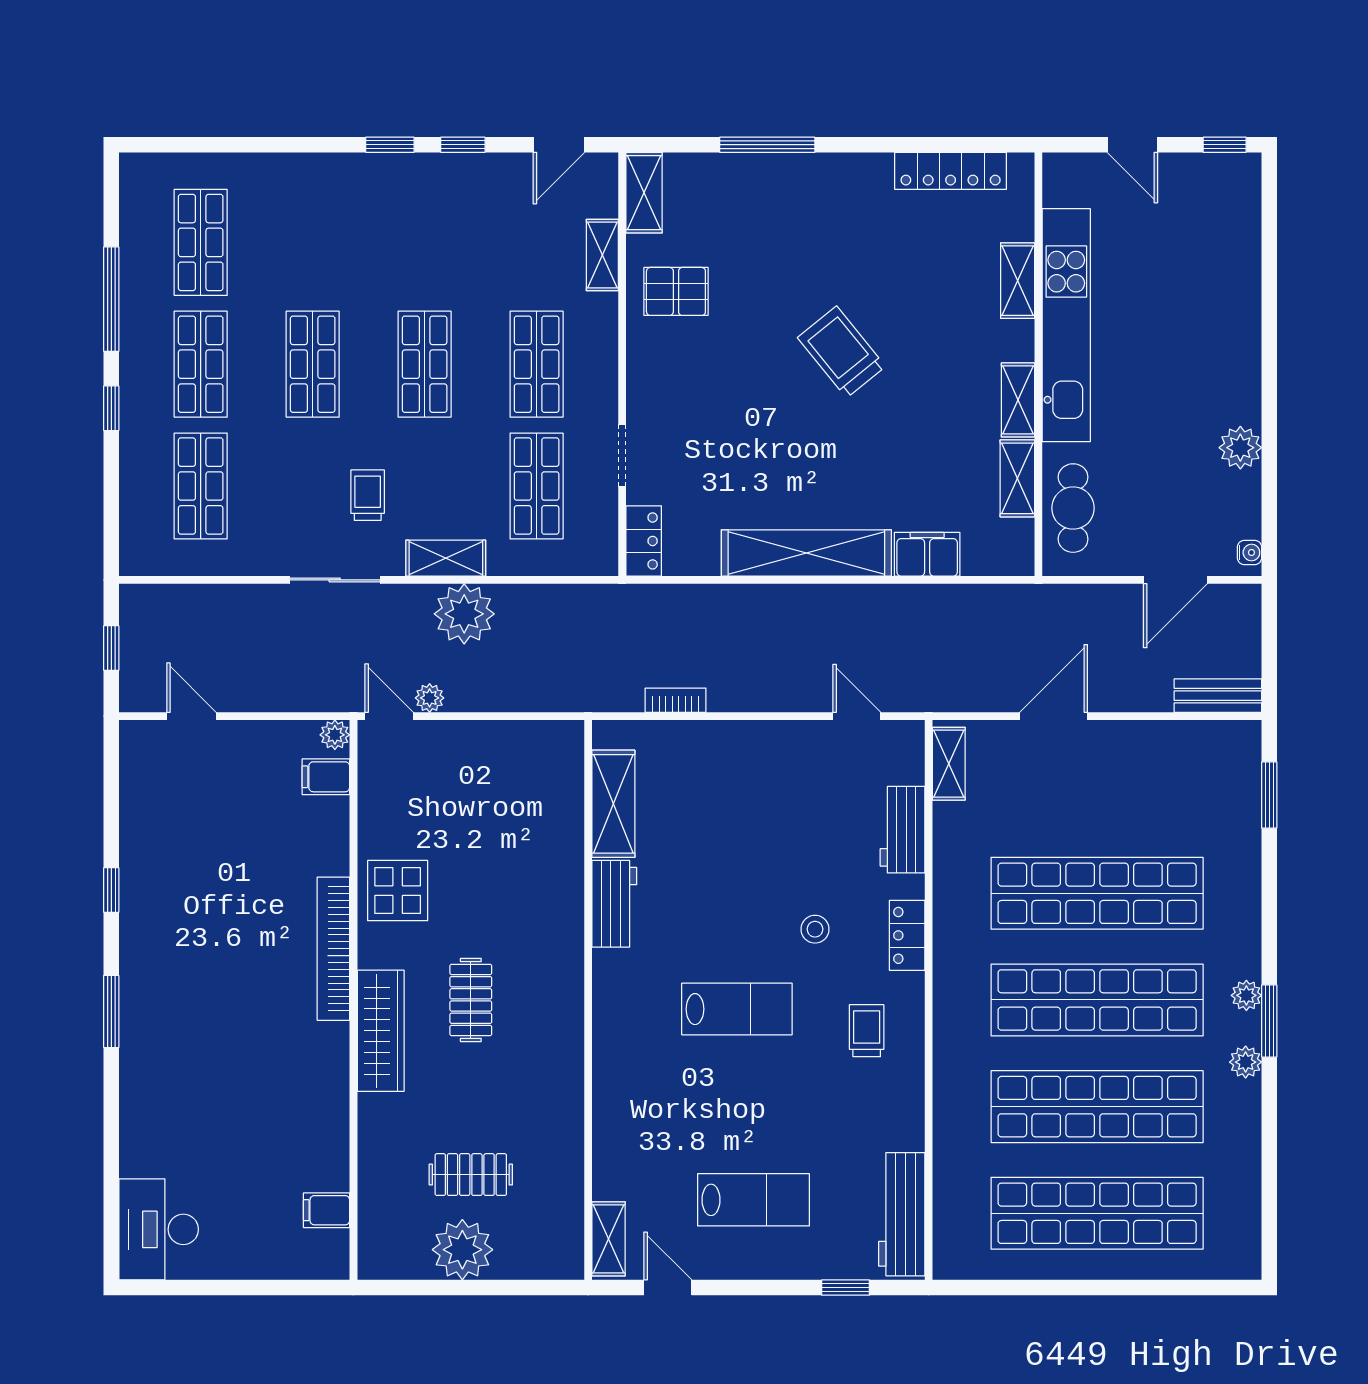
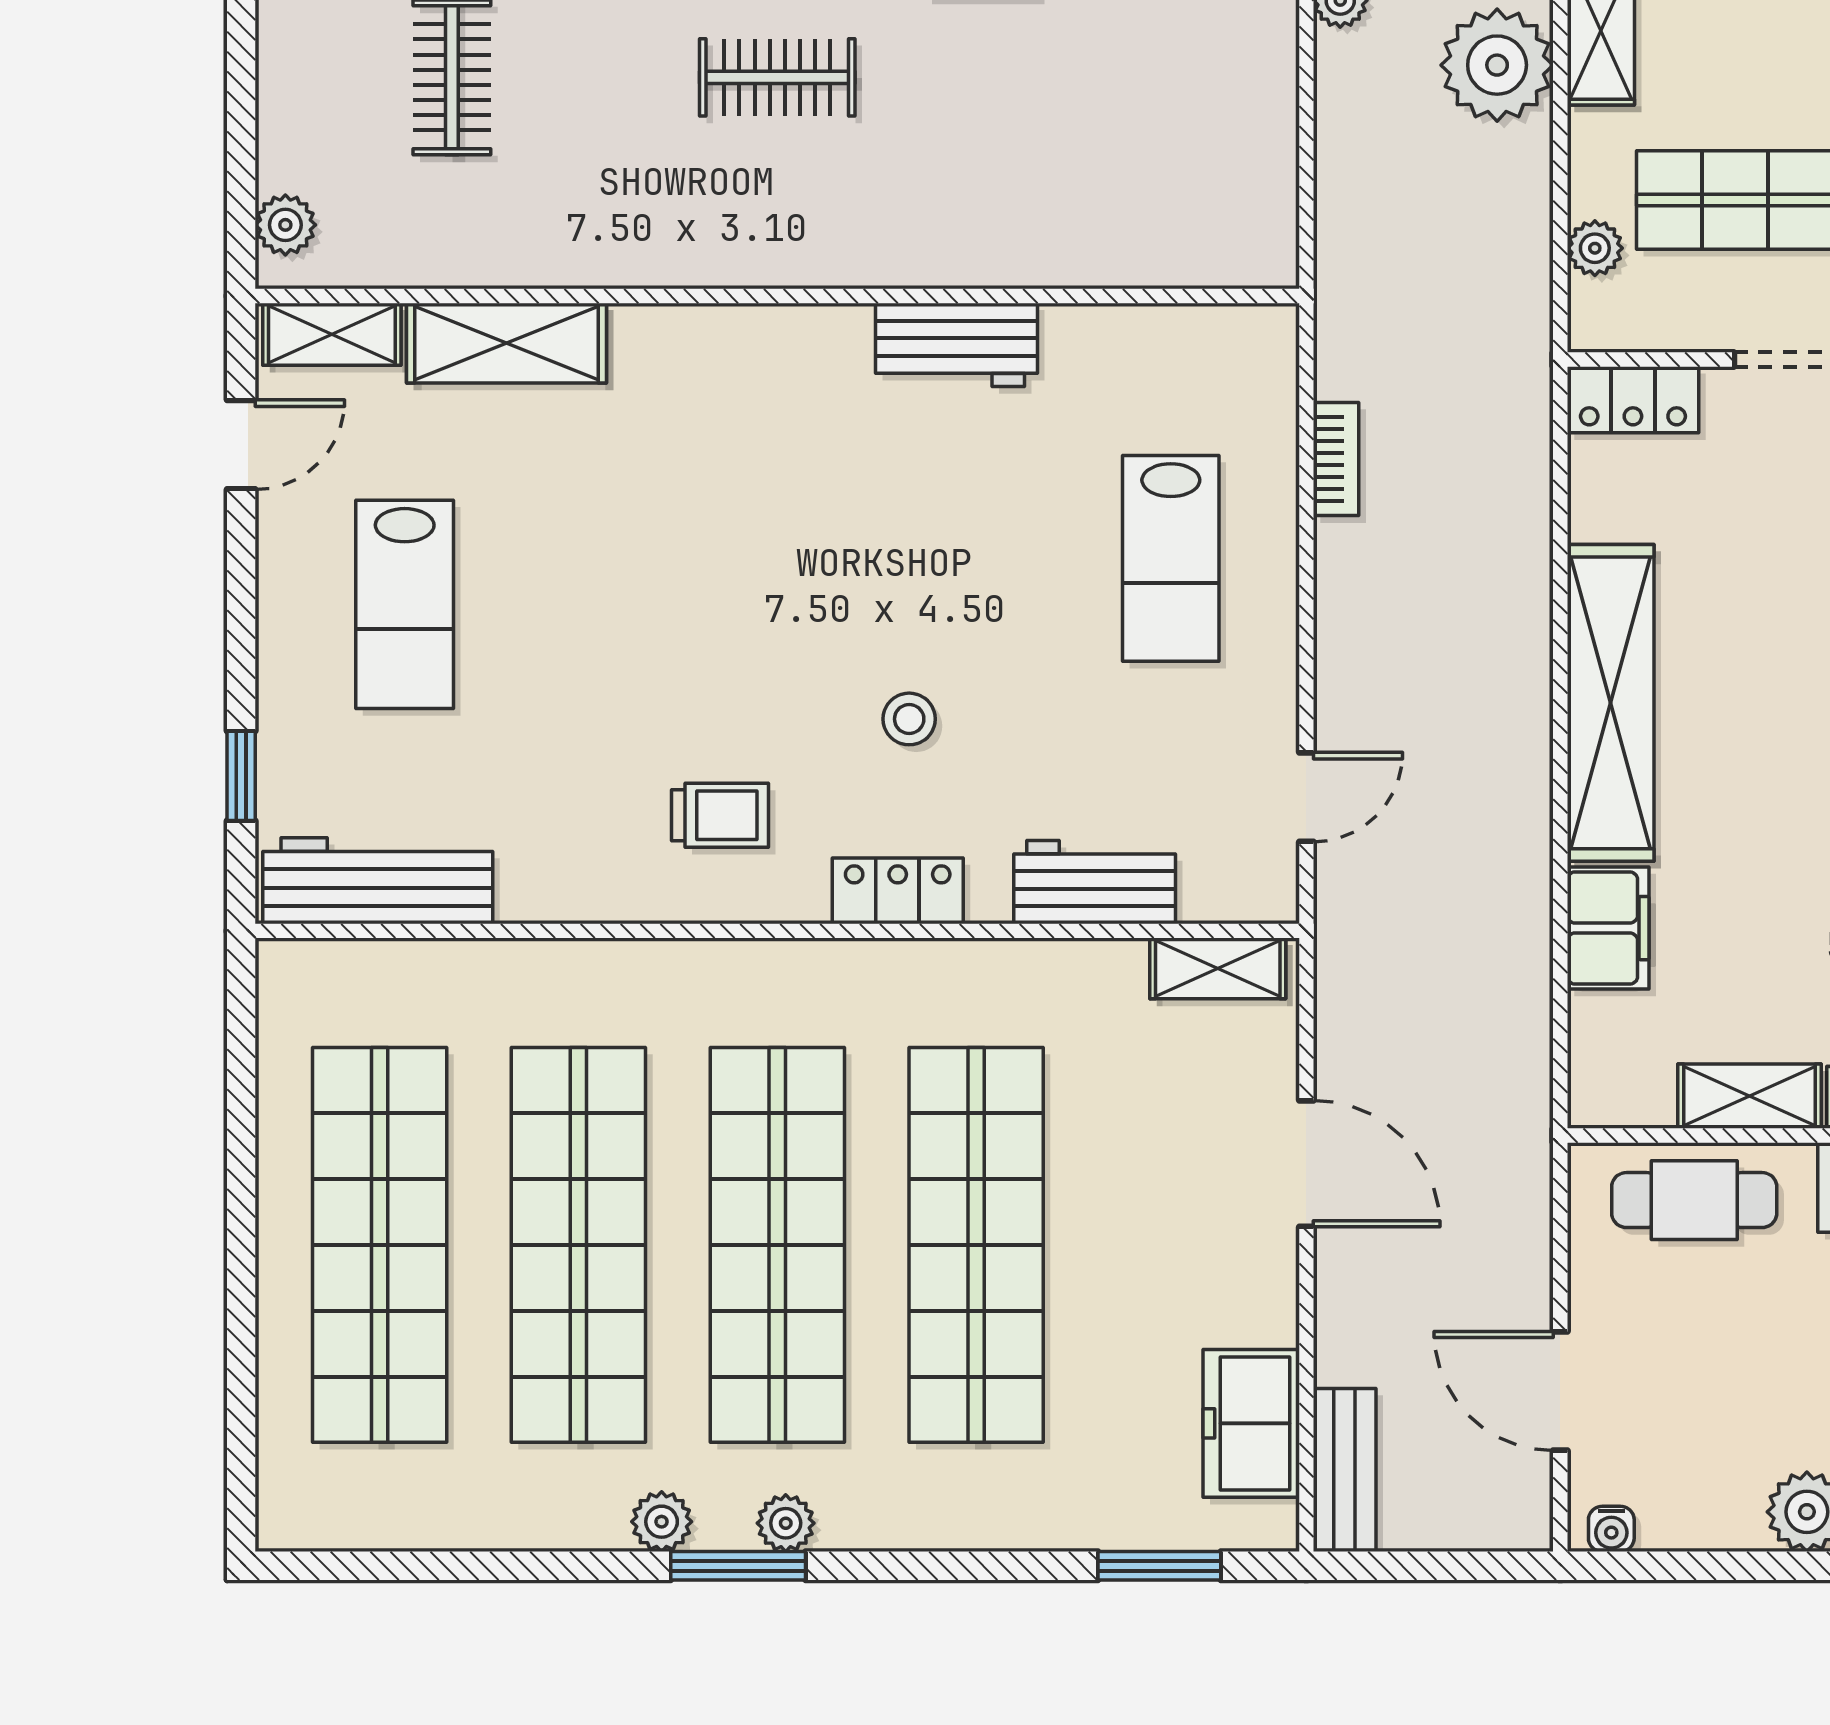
plant: (562, 561) -> (1595, 248), added
freezer: (1193, 746) -> (1251, 1423), added
shelving: (613, 804) -> (507, 343), moved
lab bench: (737, 1009) -> (1171, 558), moved
plant: (462, 1250) -> (285, 225), moved, width x0.53, depth x0.53

